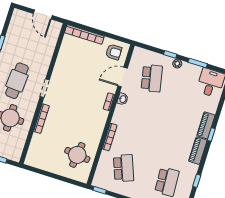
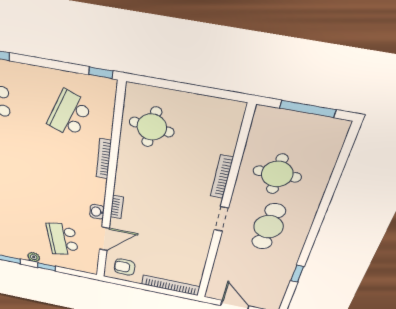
school desk: (124, 168) -> (69, 114), turned 42

